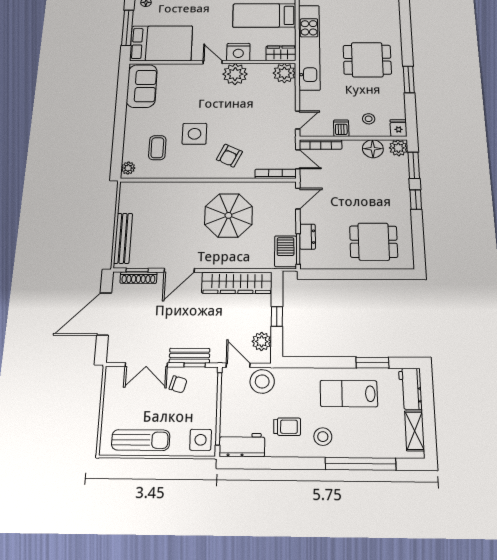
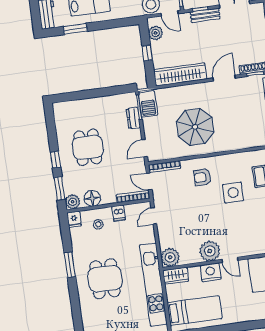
dining table: (367, 60) -> (105, 279), turned 90
armchair: (229, 156) -> (202, 177), turned -116
dining table: (374, 242) -> (88, 147), moved, turned 90

